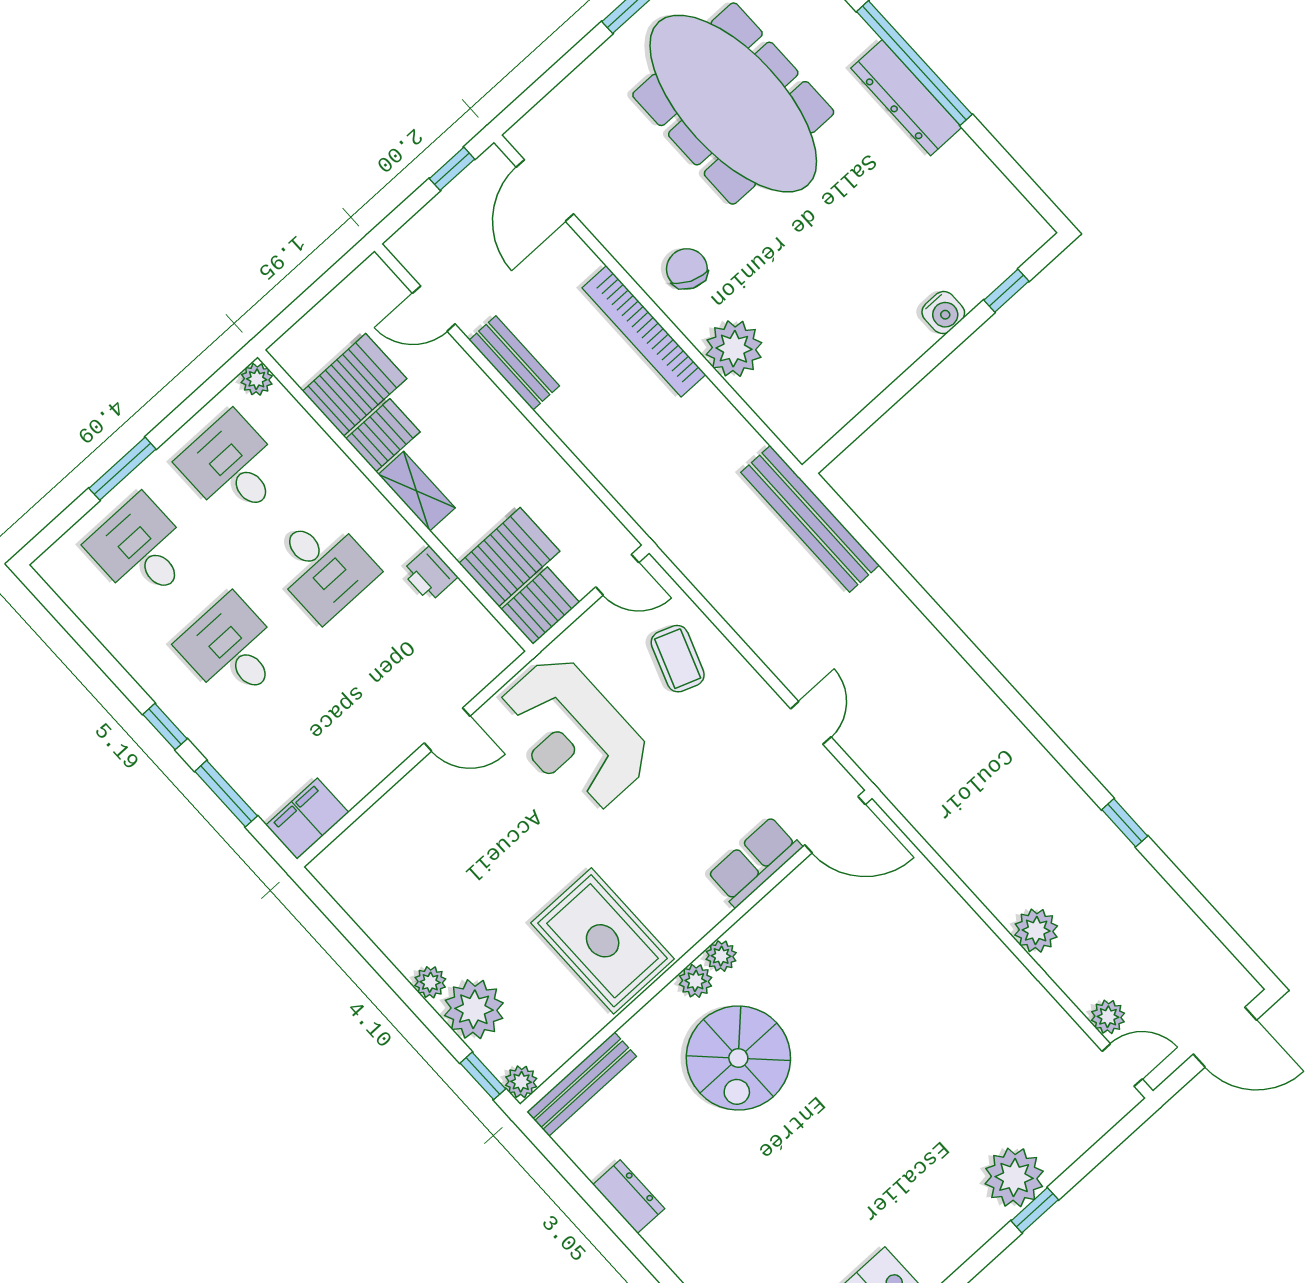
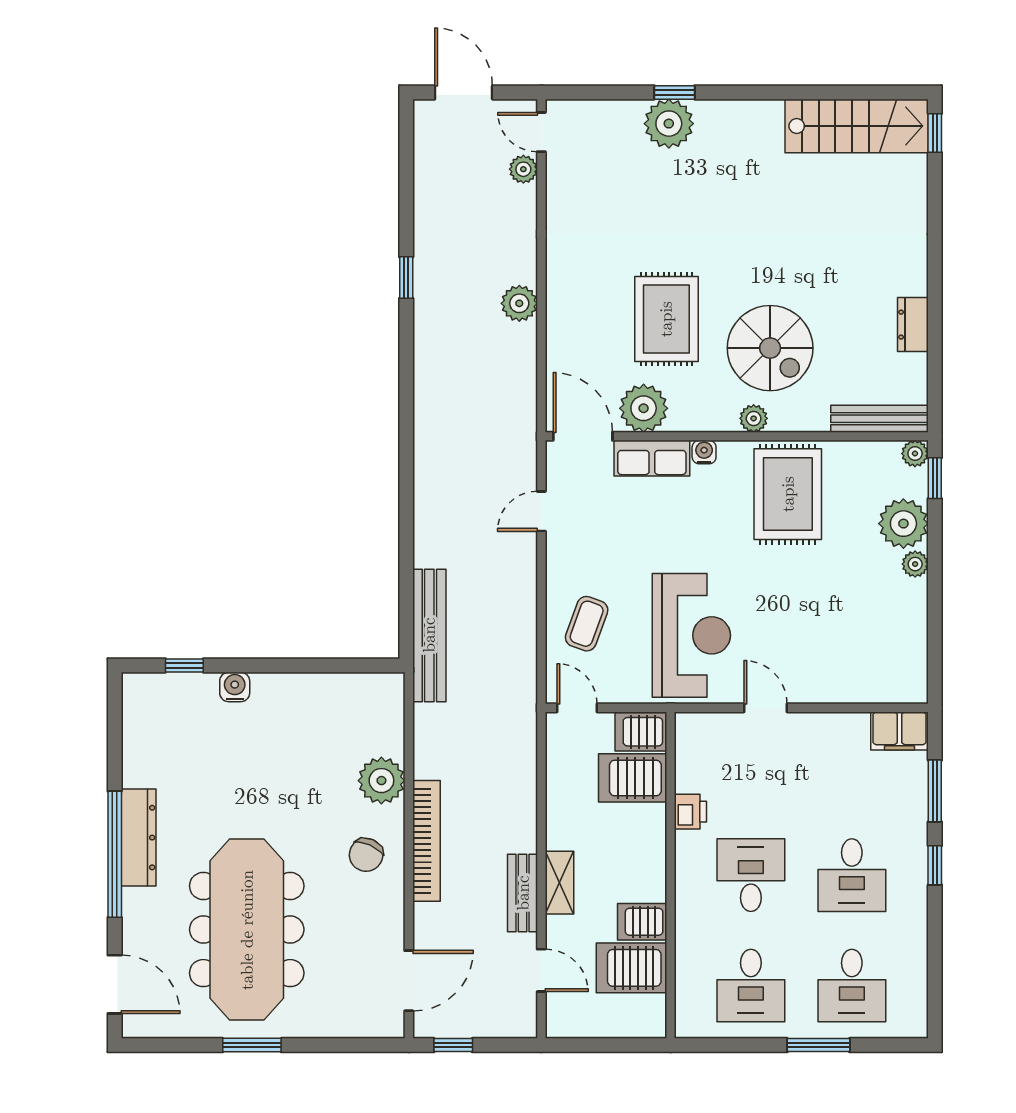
plant: (257, 379) -> (688, 1025), removed
shelving: (417, 491) -> (559, 883), moved
water cooler: (713, 910) -> (704, 452), added
plant: (1036, 931) -> (519, 303), moved
plant: (721, 956) -> (644, 408), moved, width x1.88, depth x1.88
rug: (856, 999) -> (666, 319), added
spiral stairs: (738, 1058) -> (770, 348), turned 90

